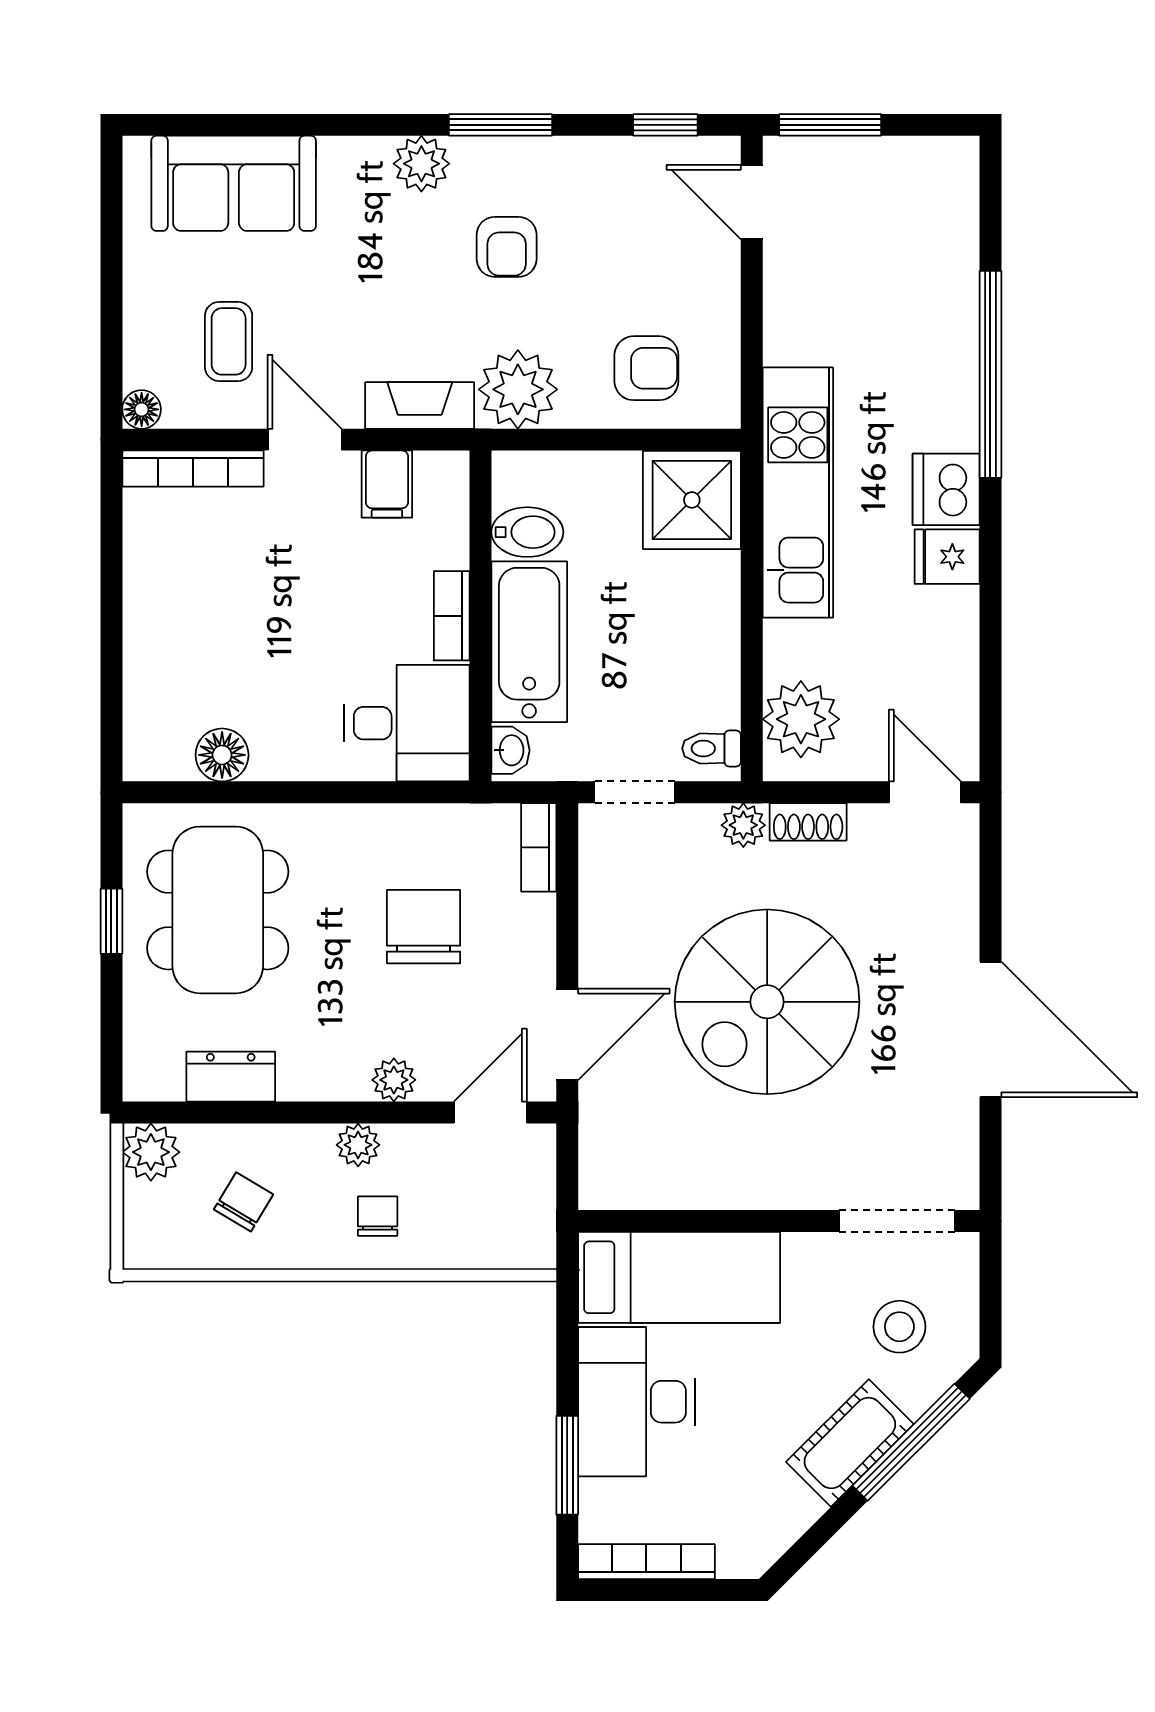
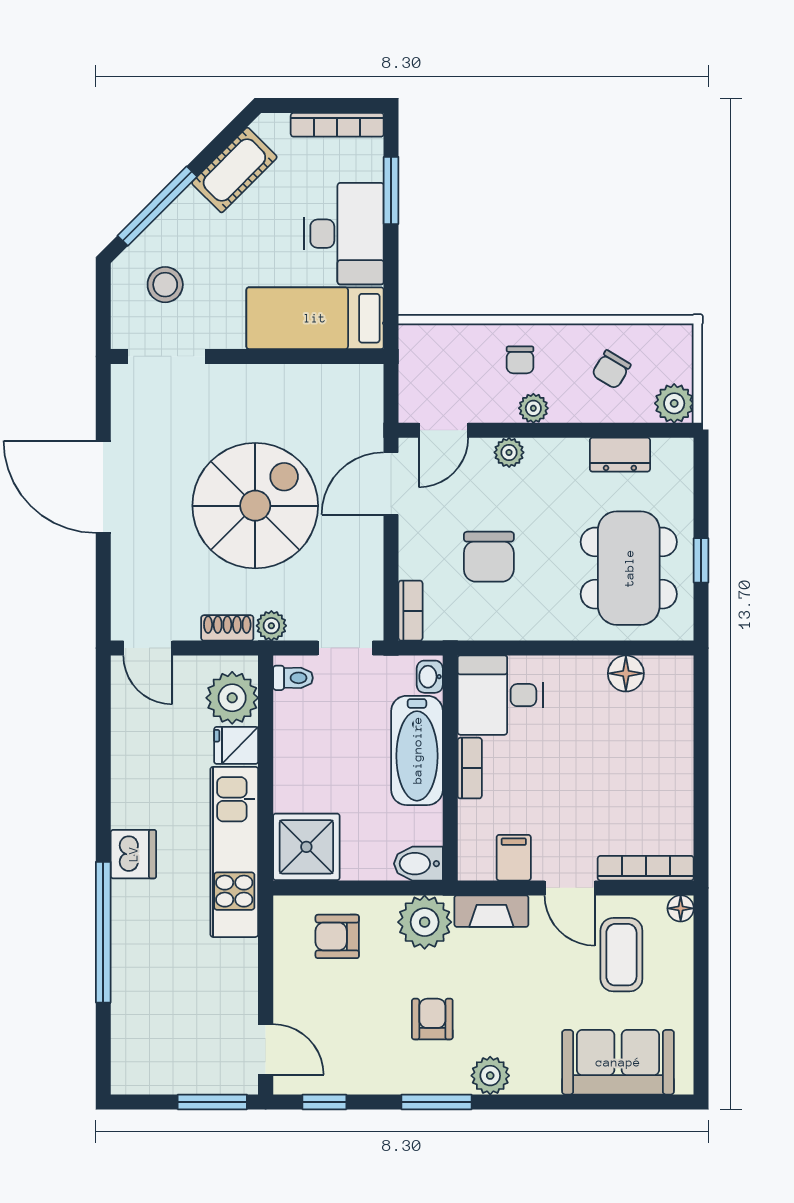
coffee table: (229, 341) -> (621, 955), width x1.36, depth x1.30
bidet: (527, 532) -> (418, 864), moved
fridge: (947, 557) -> (236, 745), moved, turned 180
cot: (850, 1443) -> (234, 170), moved

